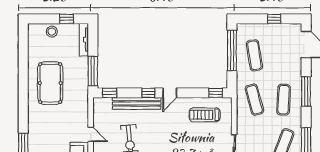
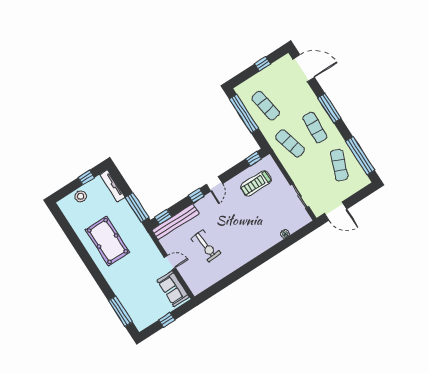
bench: (137, 103) -> (175, 222), moved

